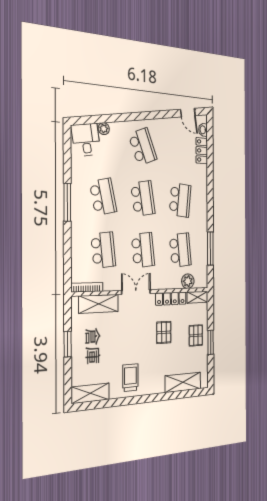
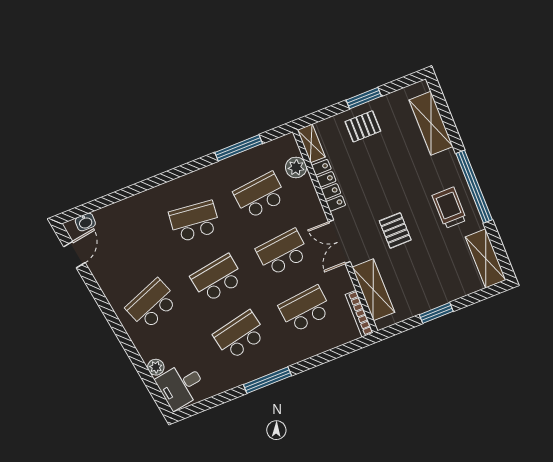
locker: (202, 151) -> (114, 213), removed
pallet: (164, 332) -> (395, 230), moved, turned 90
trolley: (130, 378) -> (449, 208), turned 90
window: (137, 400) -> (474, 187), added

